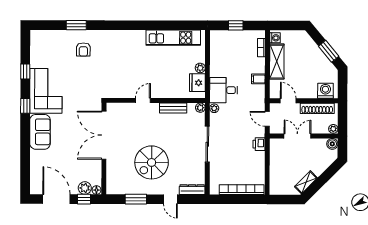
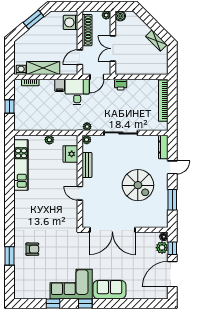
fridge: (197, 83) -> (70, 154), moved, turned 90
desk: (224, 90) -> (77, 92), moved, turned 180

